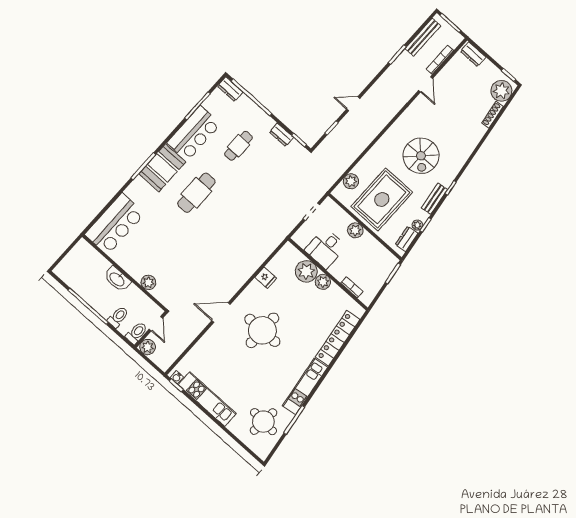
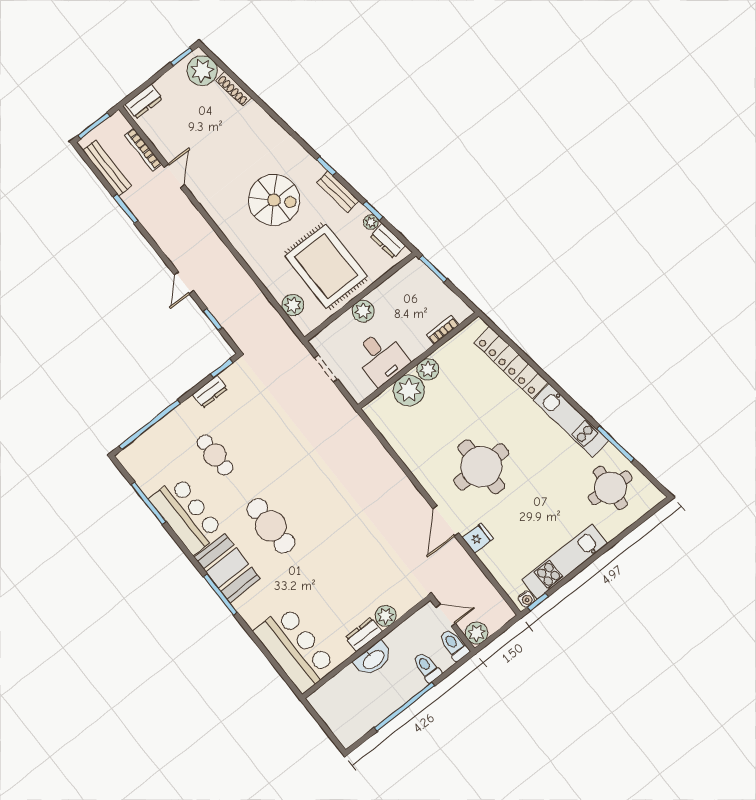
door: (426, 84) -> (174, 176), hinge flipped
dresser: (230, 89) -> (364, 634), moved, turned 180
fridge: (266, 278) -> (478, 538), moved

